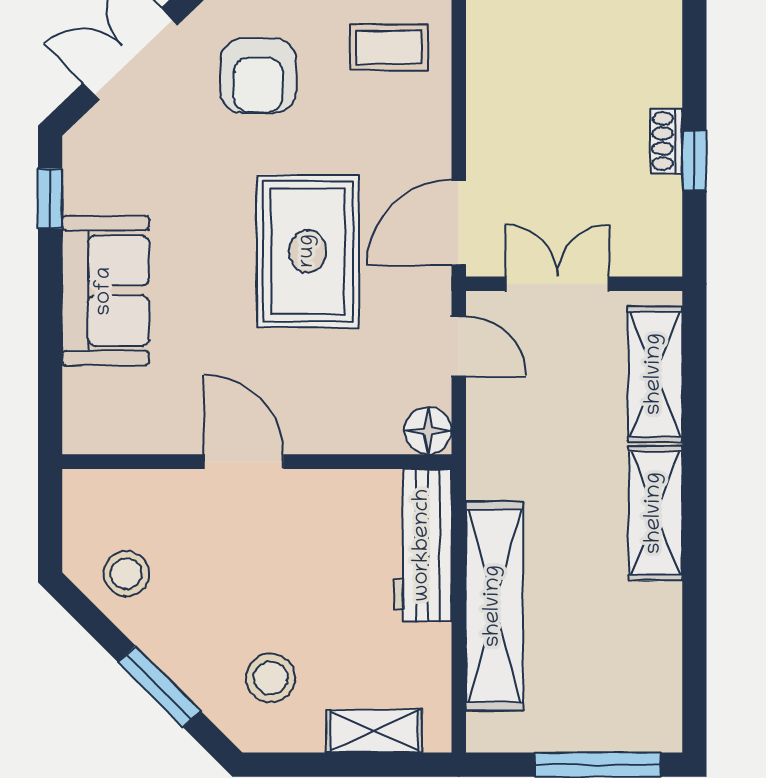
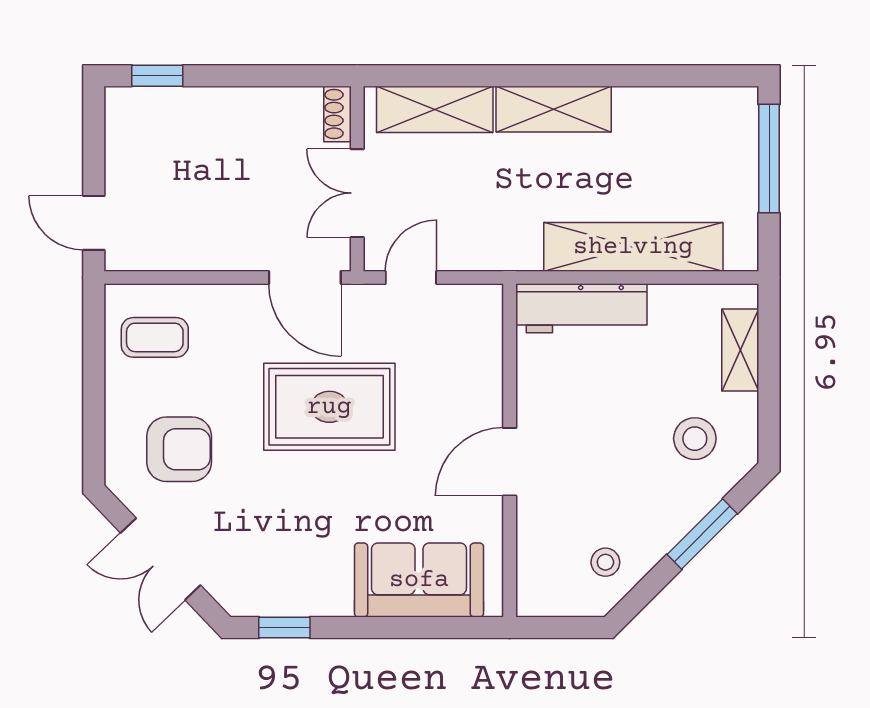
coffee table: (389, 47) -> (155, 337), turned 90
shoe rack: (666, 141) -> (338, 114), moved, turned 90
window: (694, 161) -> (157, 76), moved
sofa: (105, 291) -> (419, 580), moved
floor lamp: (428, 431) -> (483, 304), removed
stool: (126, 574) -> (605, 562), width x0.73, depth x0.73

